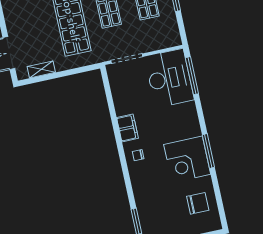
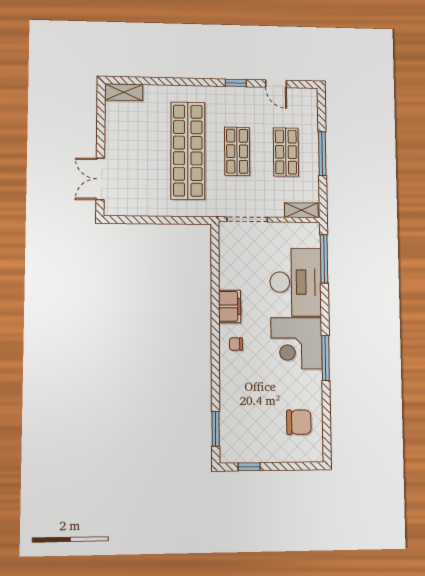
shelving: (41, 69) -> (301, 210), moved
desk: (169, 78) -> (296, 282), moved
corner desk: (187, 159) -> (297, 343), moved

